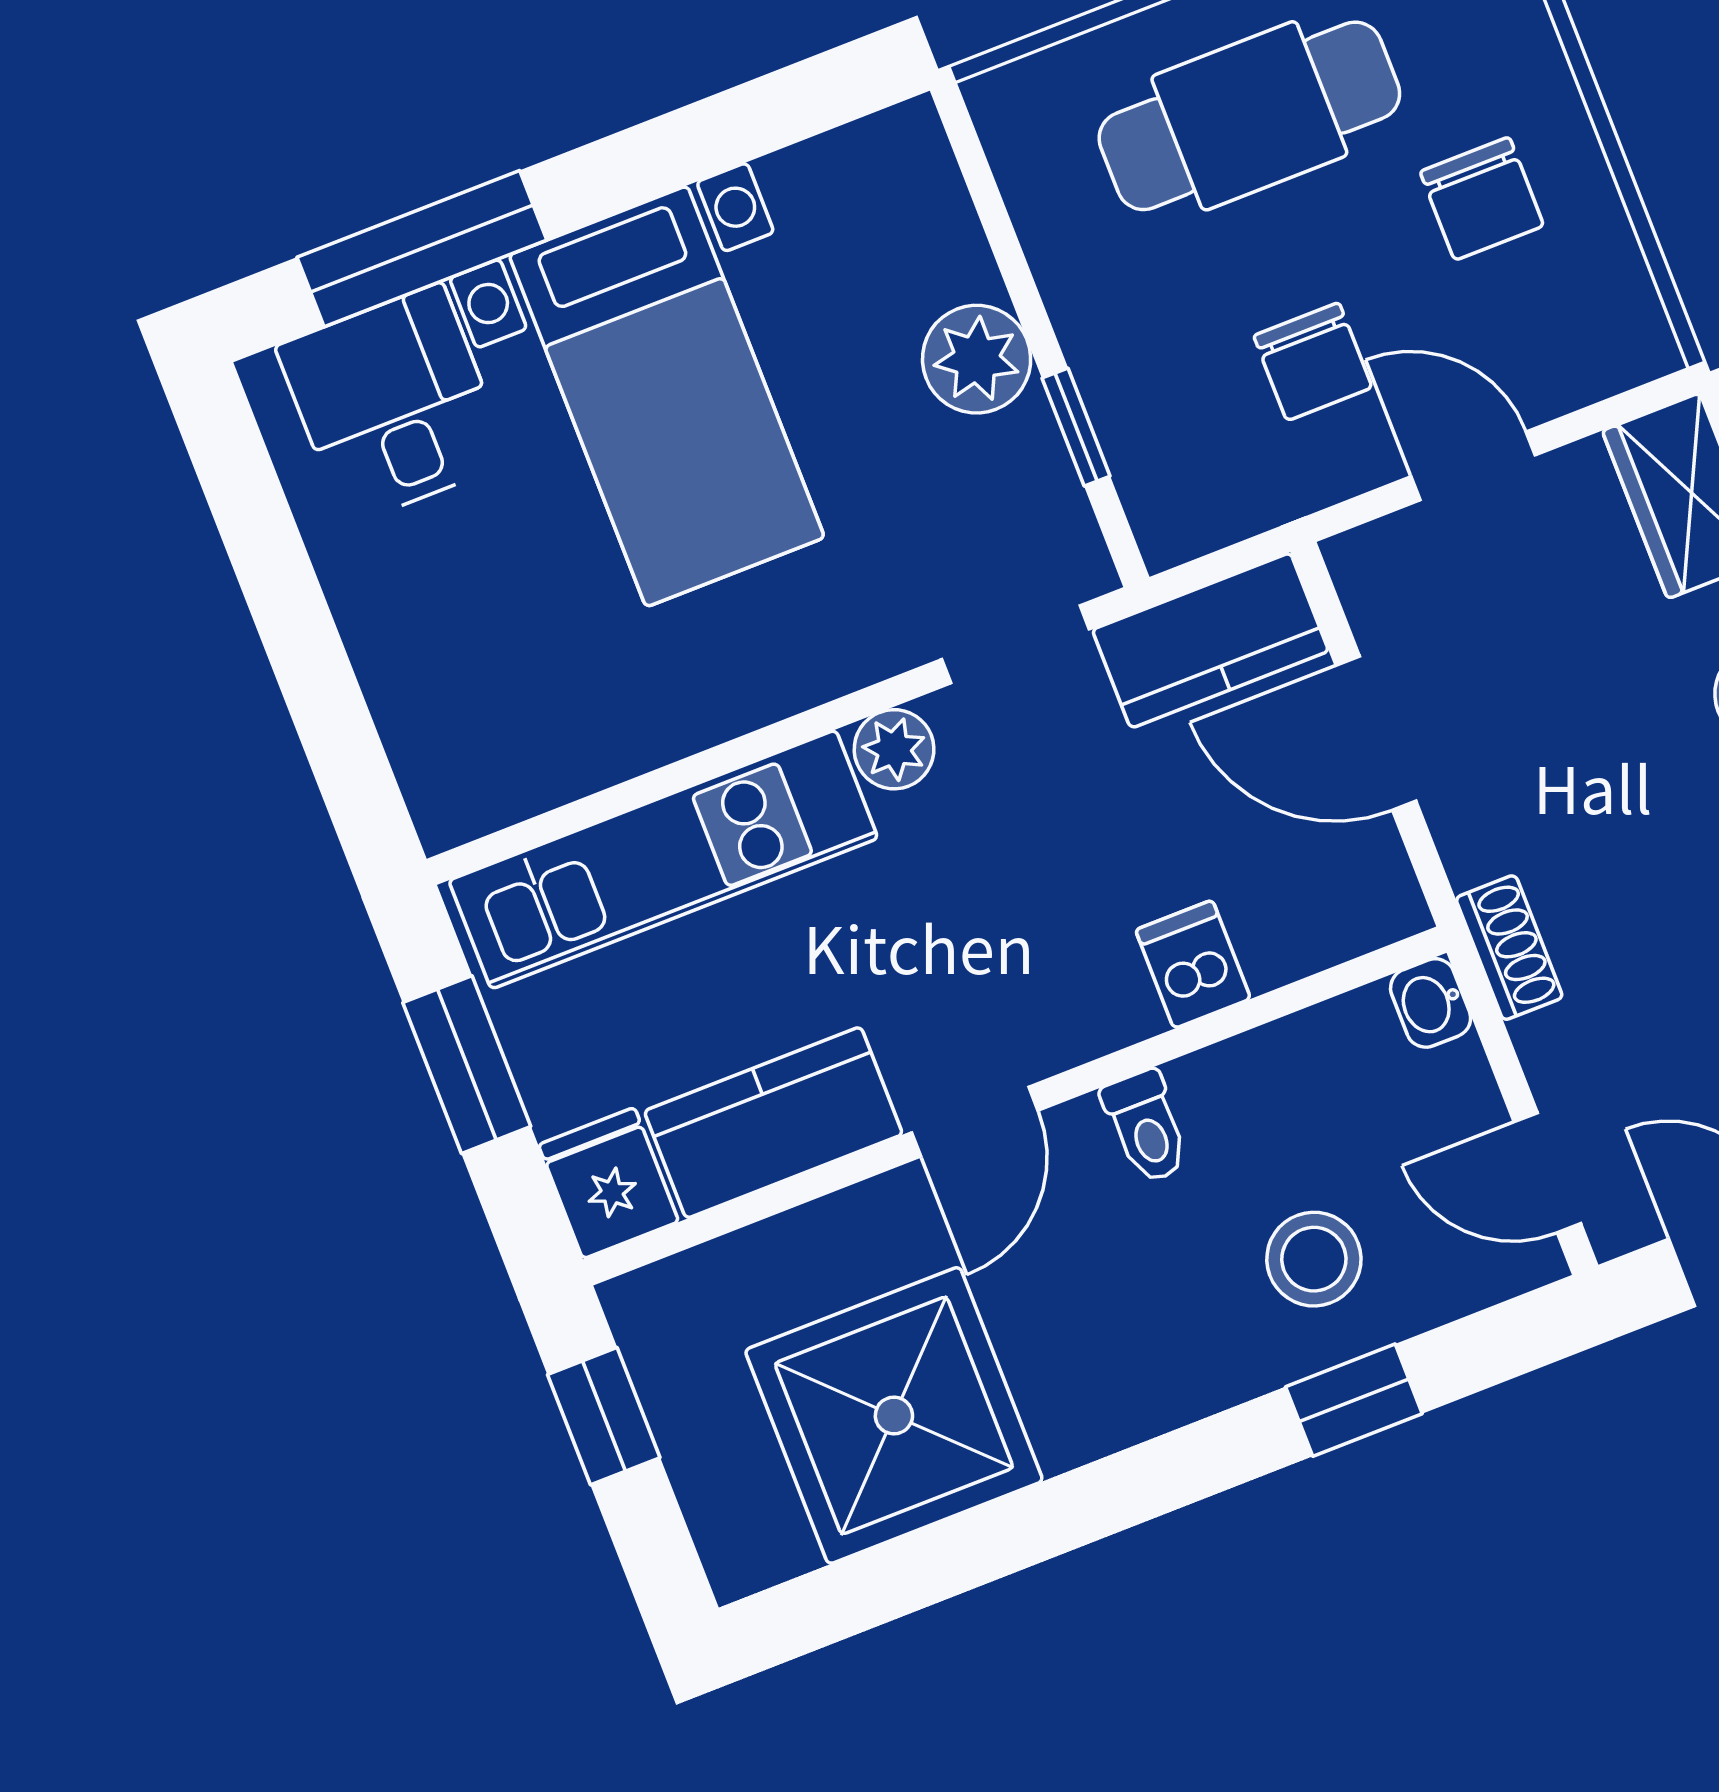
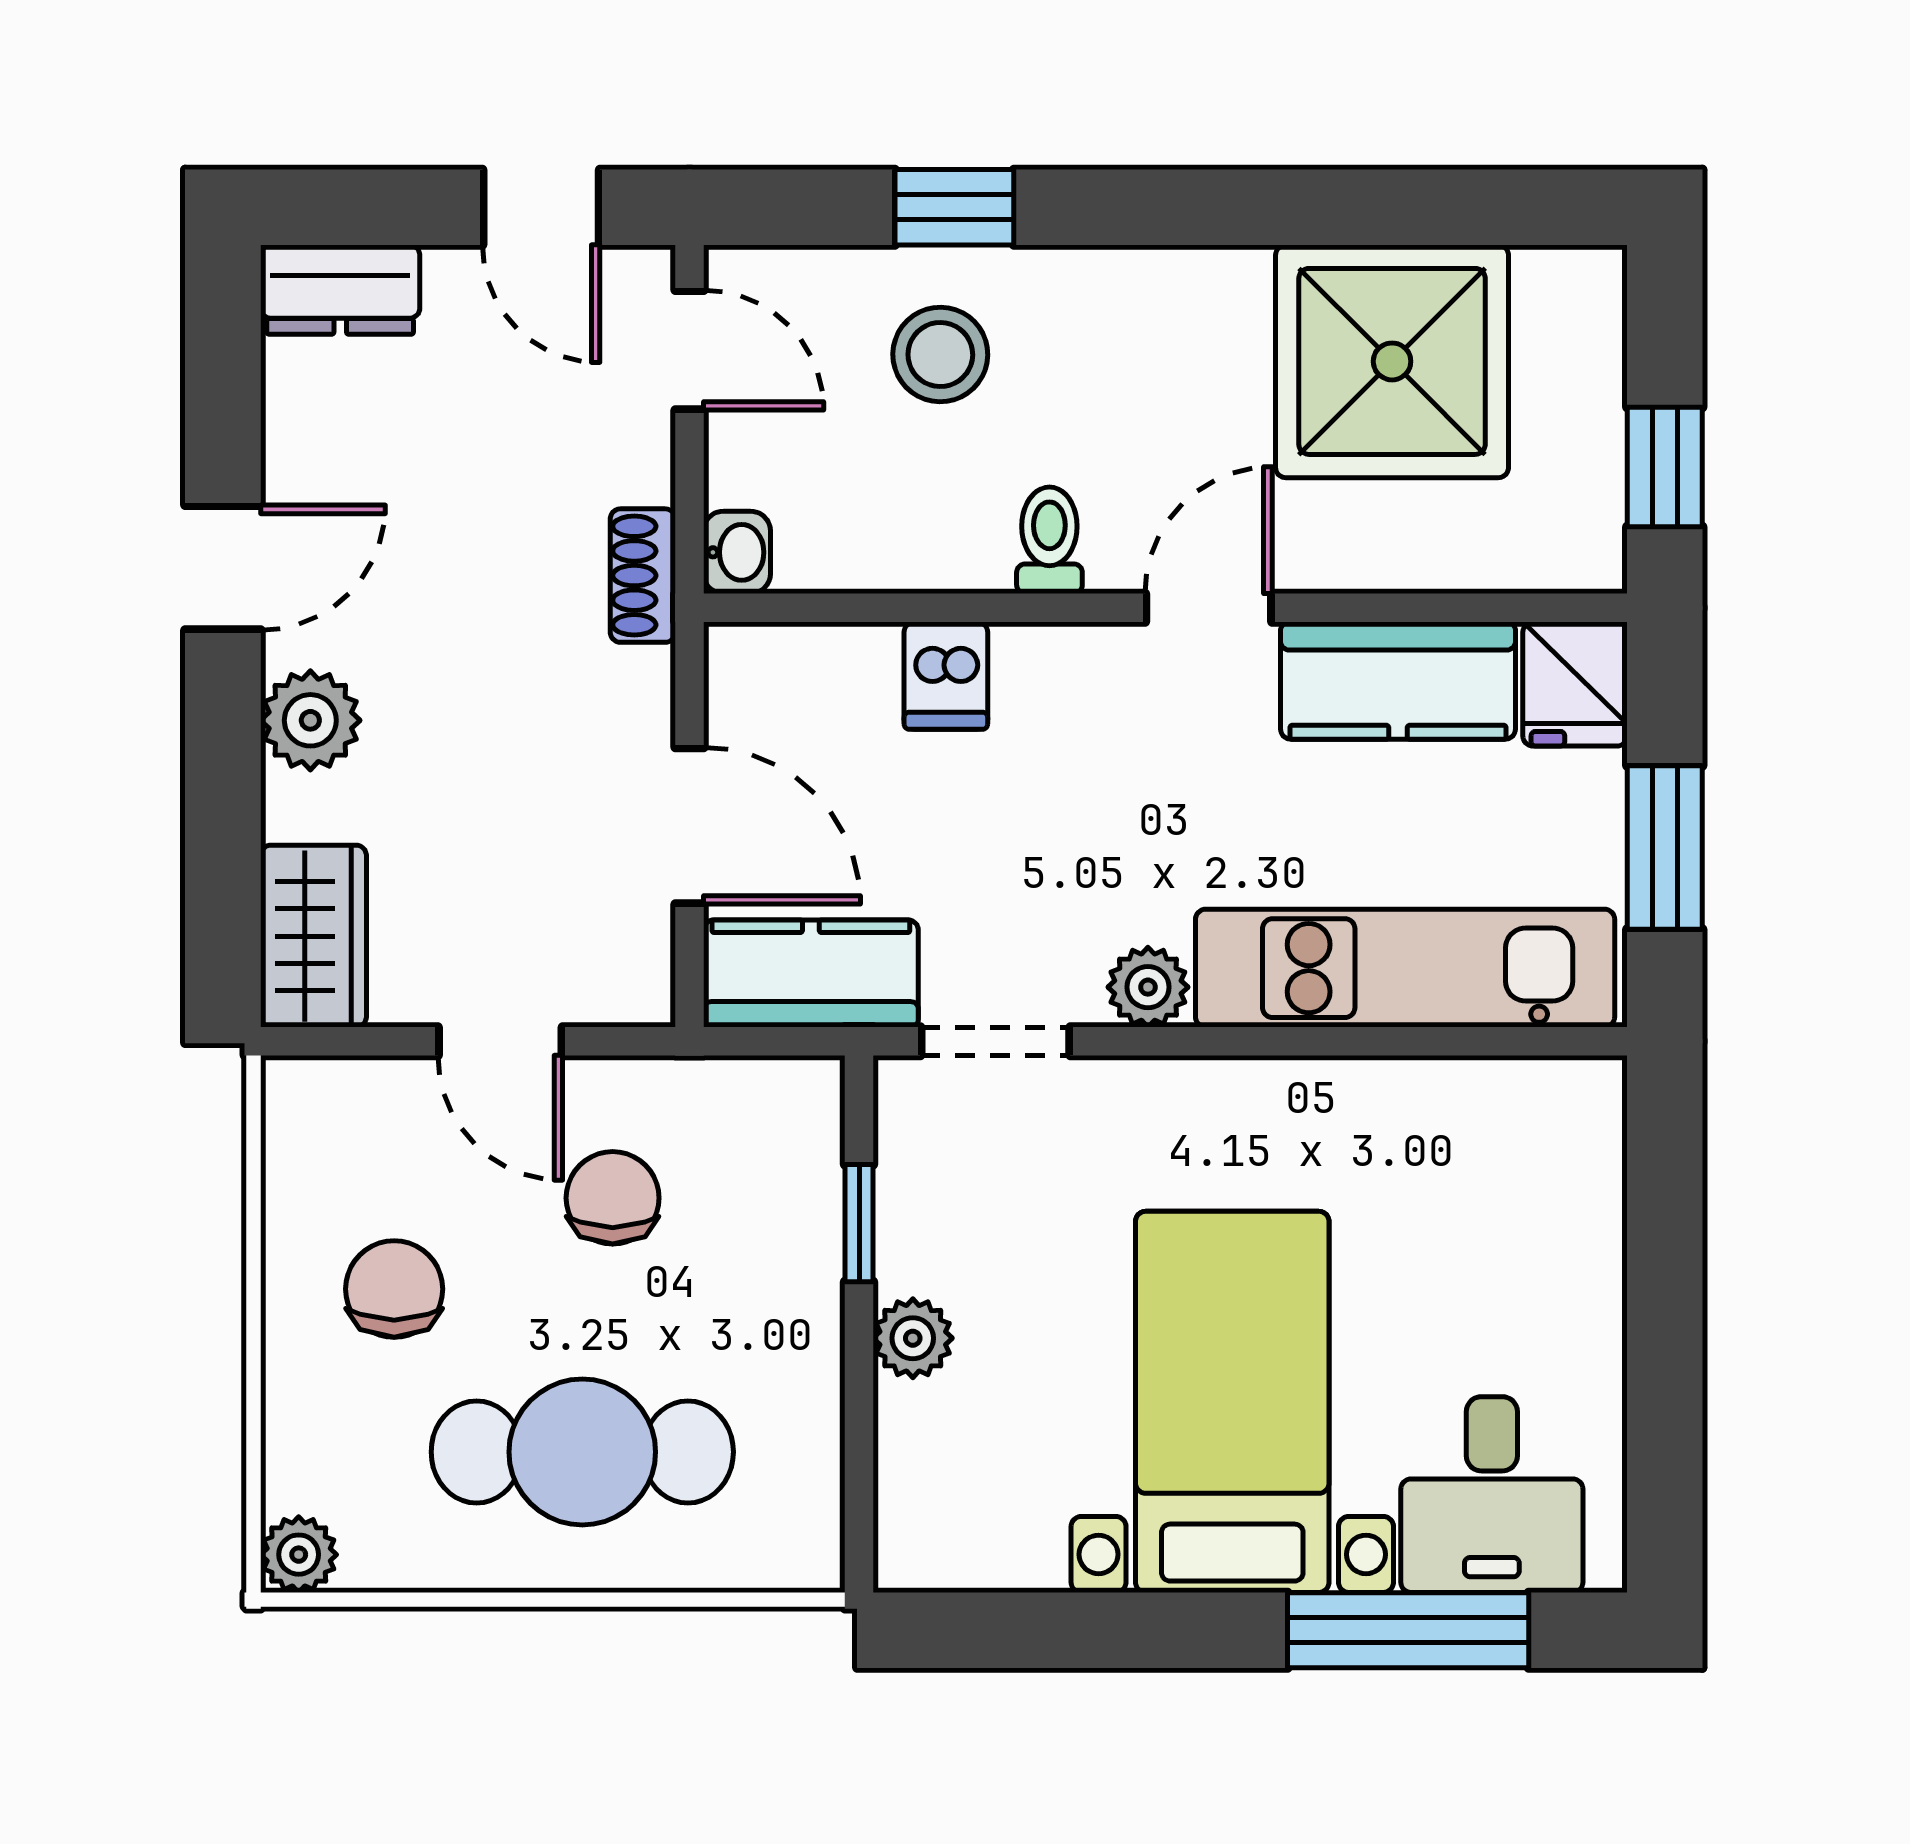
plant: (977, 359) -> (913, 1338), width x0.73, depth x0.73

